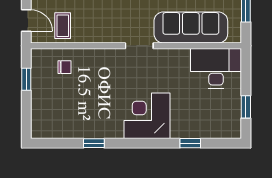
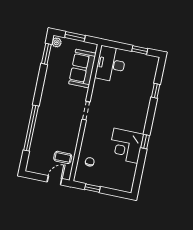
sofa: (191, 27) -> (82, 69), width x0.73
corner desk: (147, 116) -> (126, 146), moved
window: (94, 143) -> (145, 142), moved

